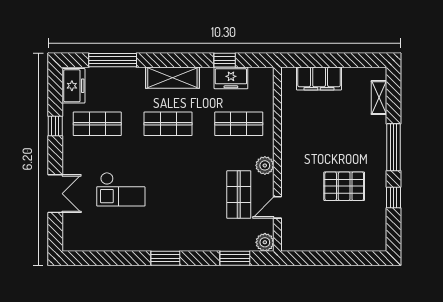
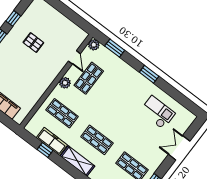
freezer: (231, 78) -> (52, 141), width x1.40
pallet: (344, 186) -> (33, 43), width x0.67, depth x0.71
checkout: (121, 189) -> (157, 112), moved
door: (277, 207) -> (74, 57), hinge flipped

